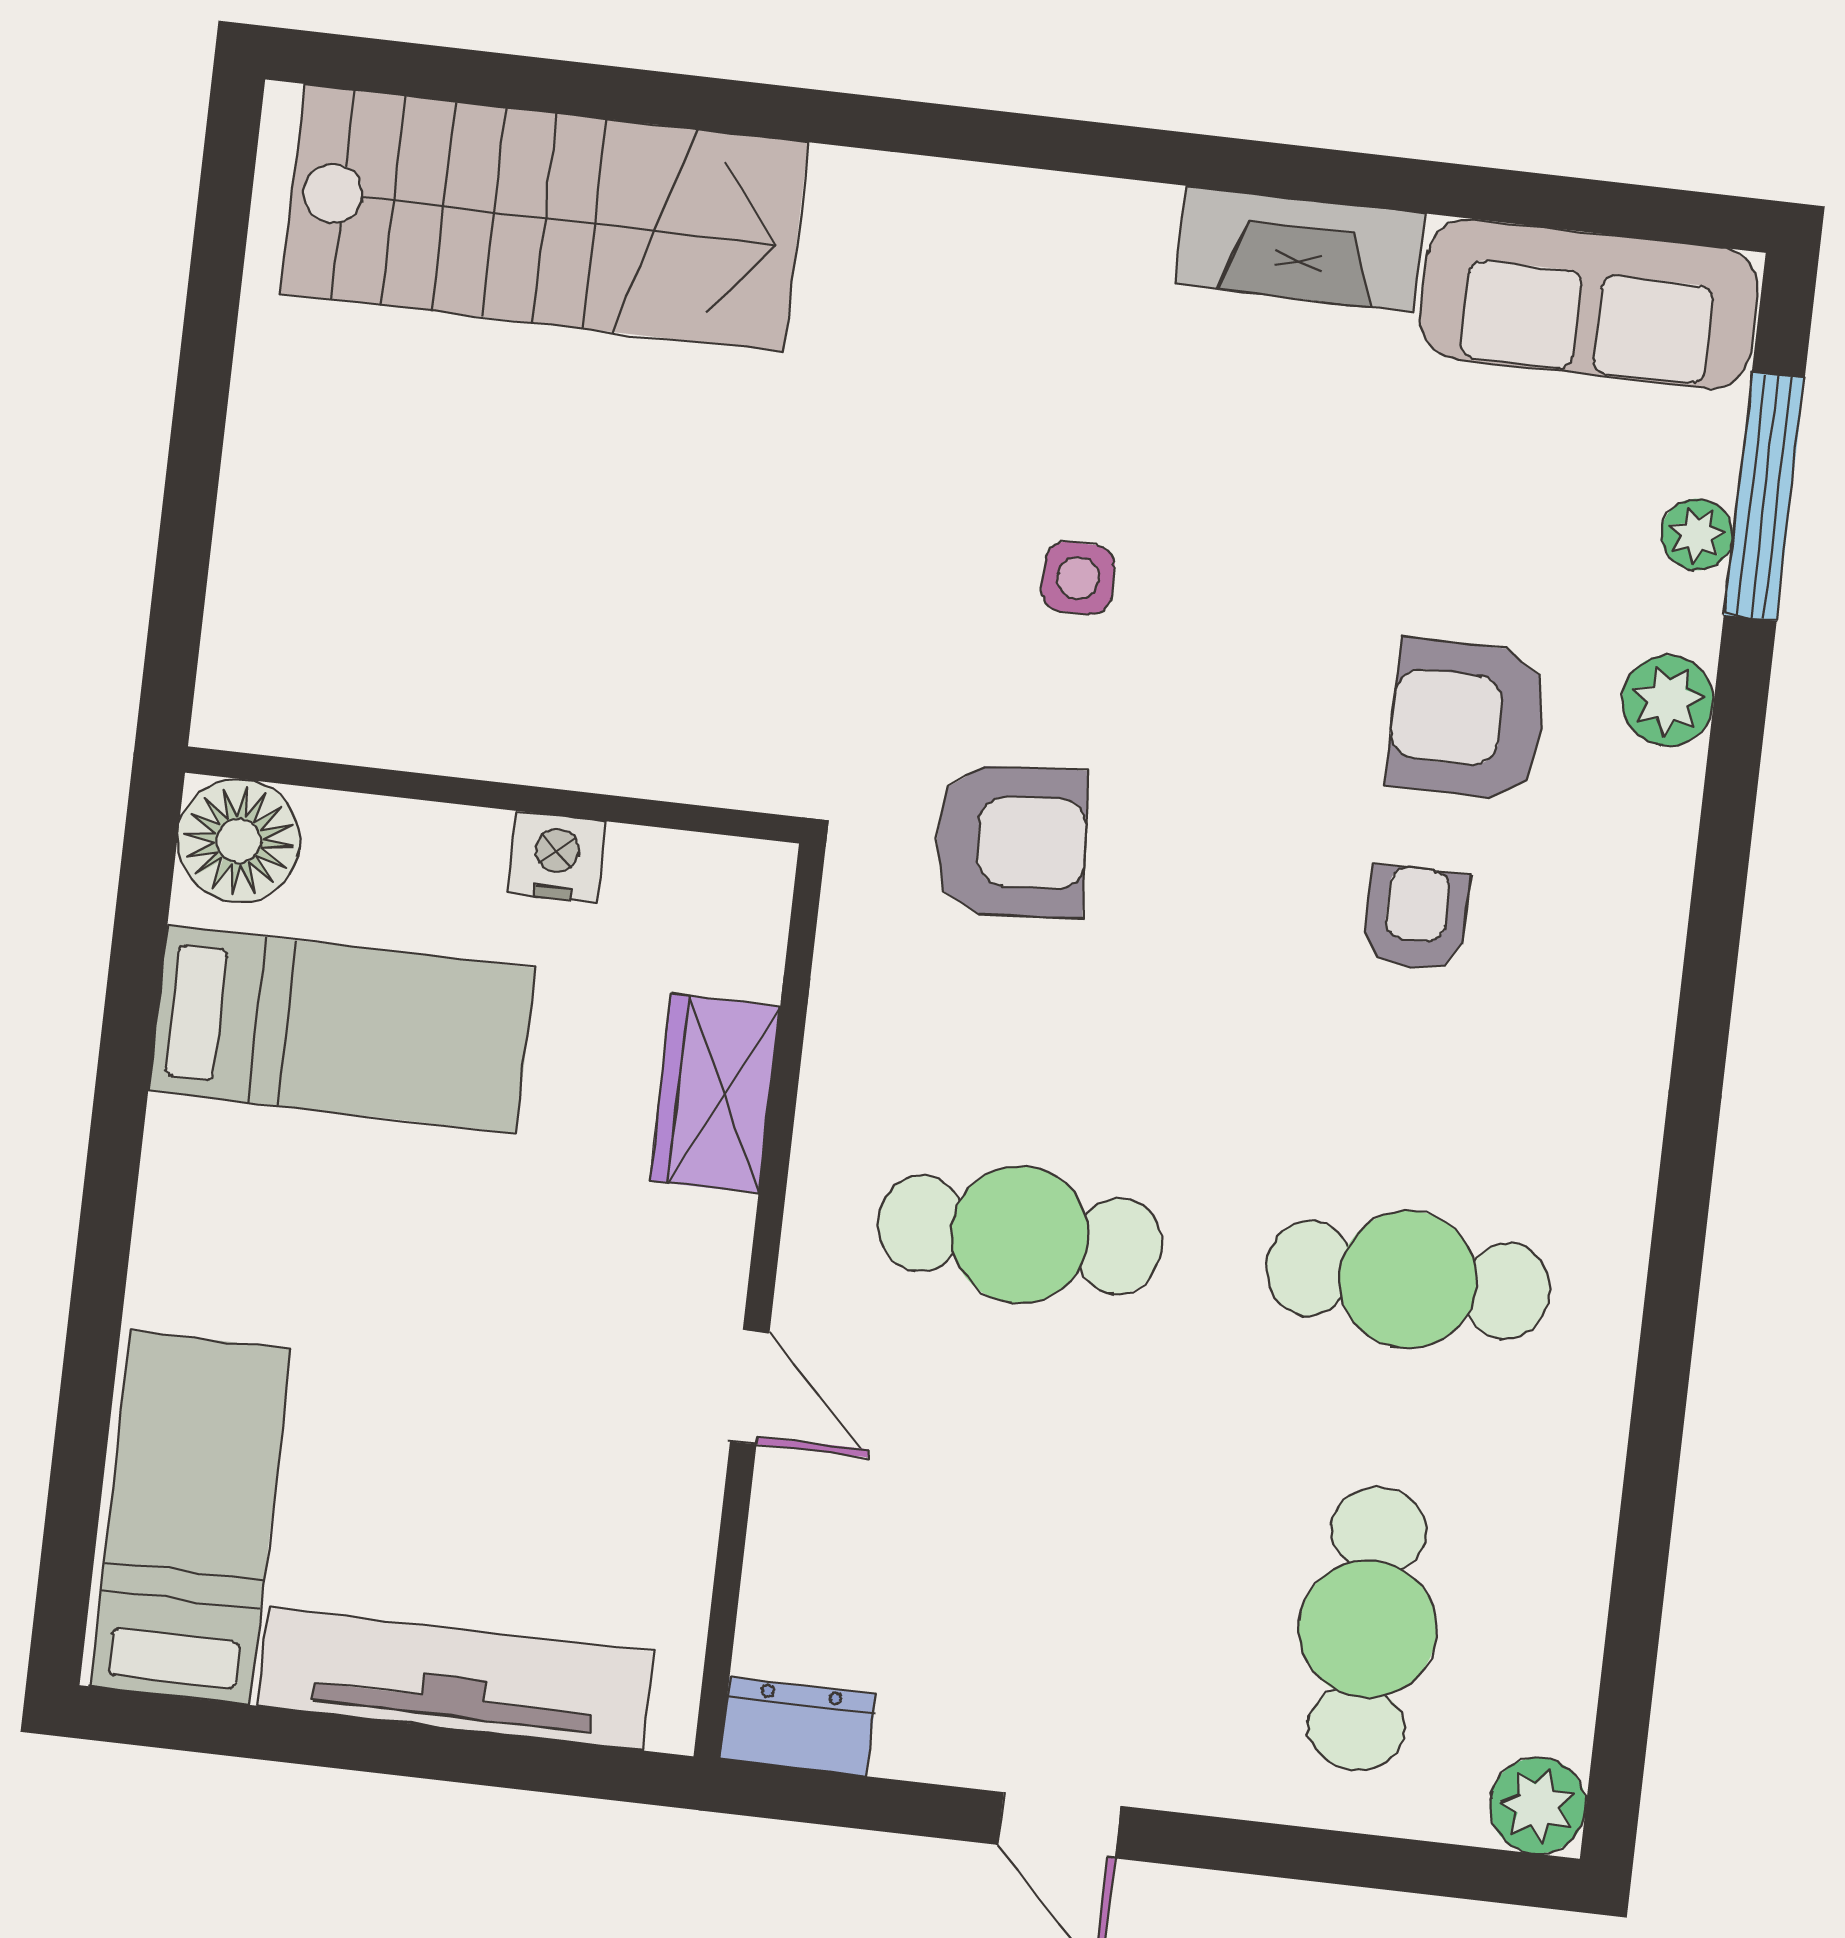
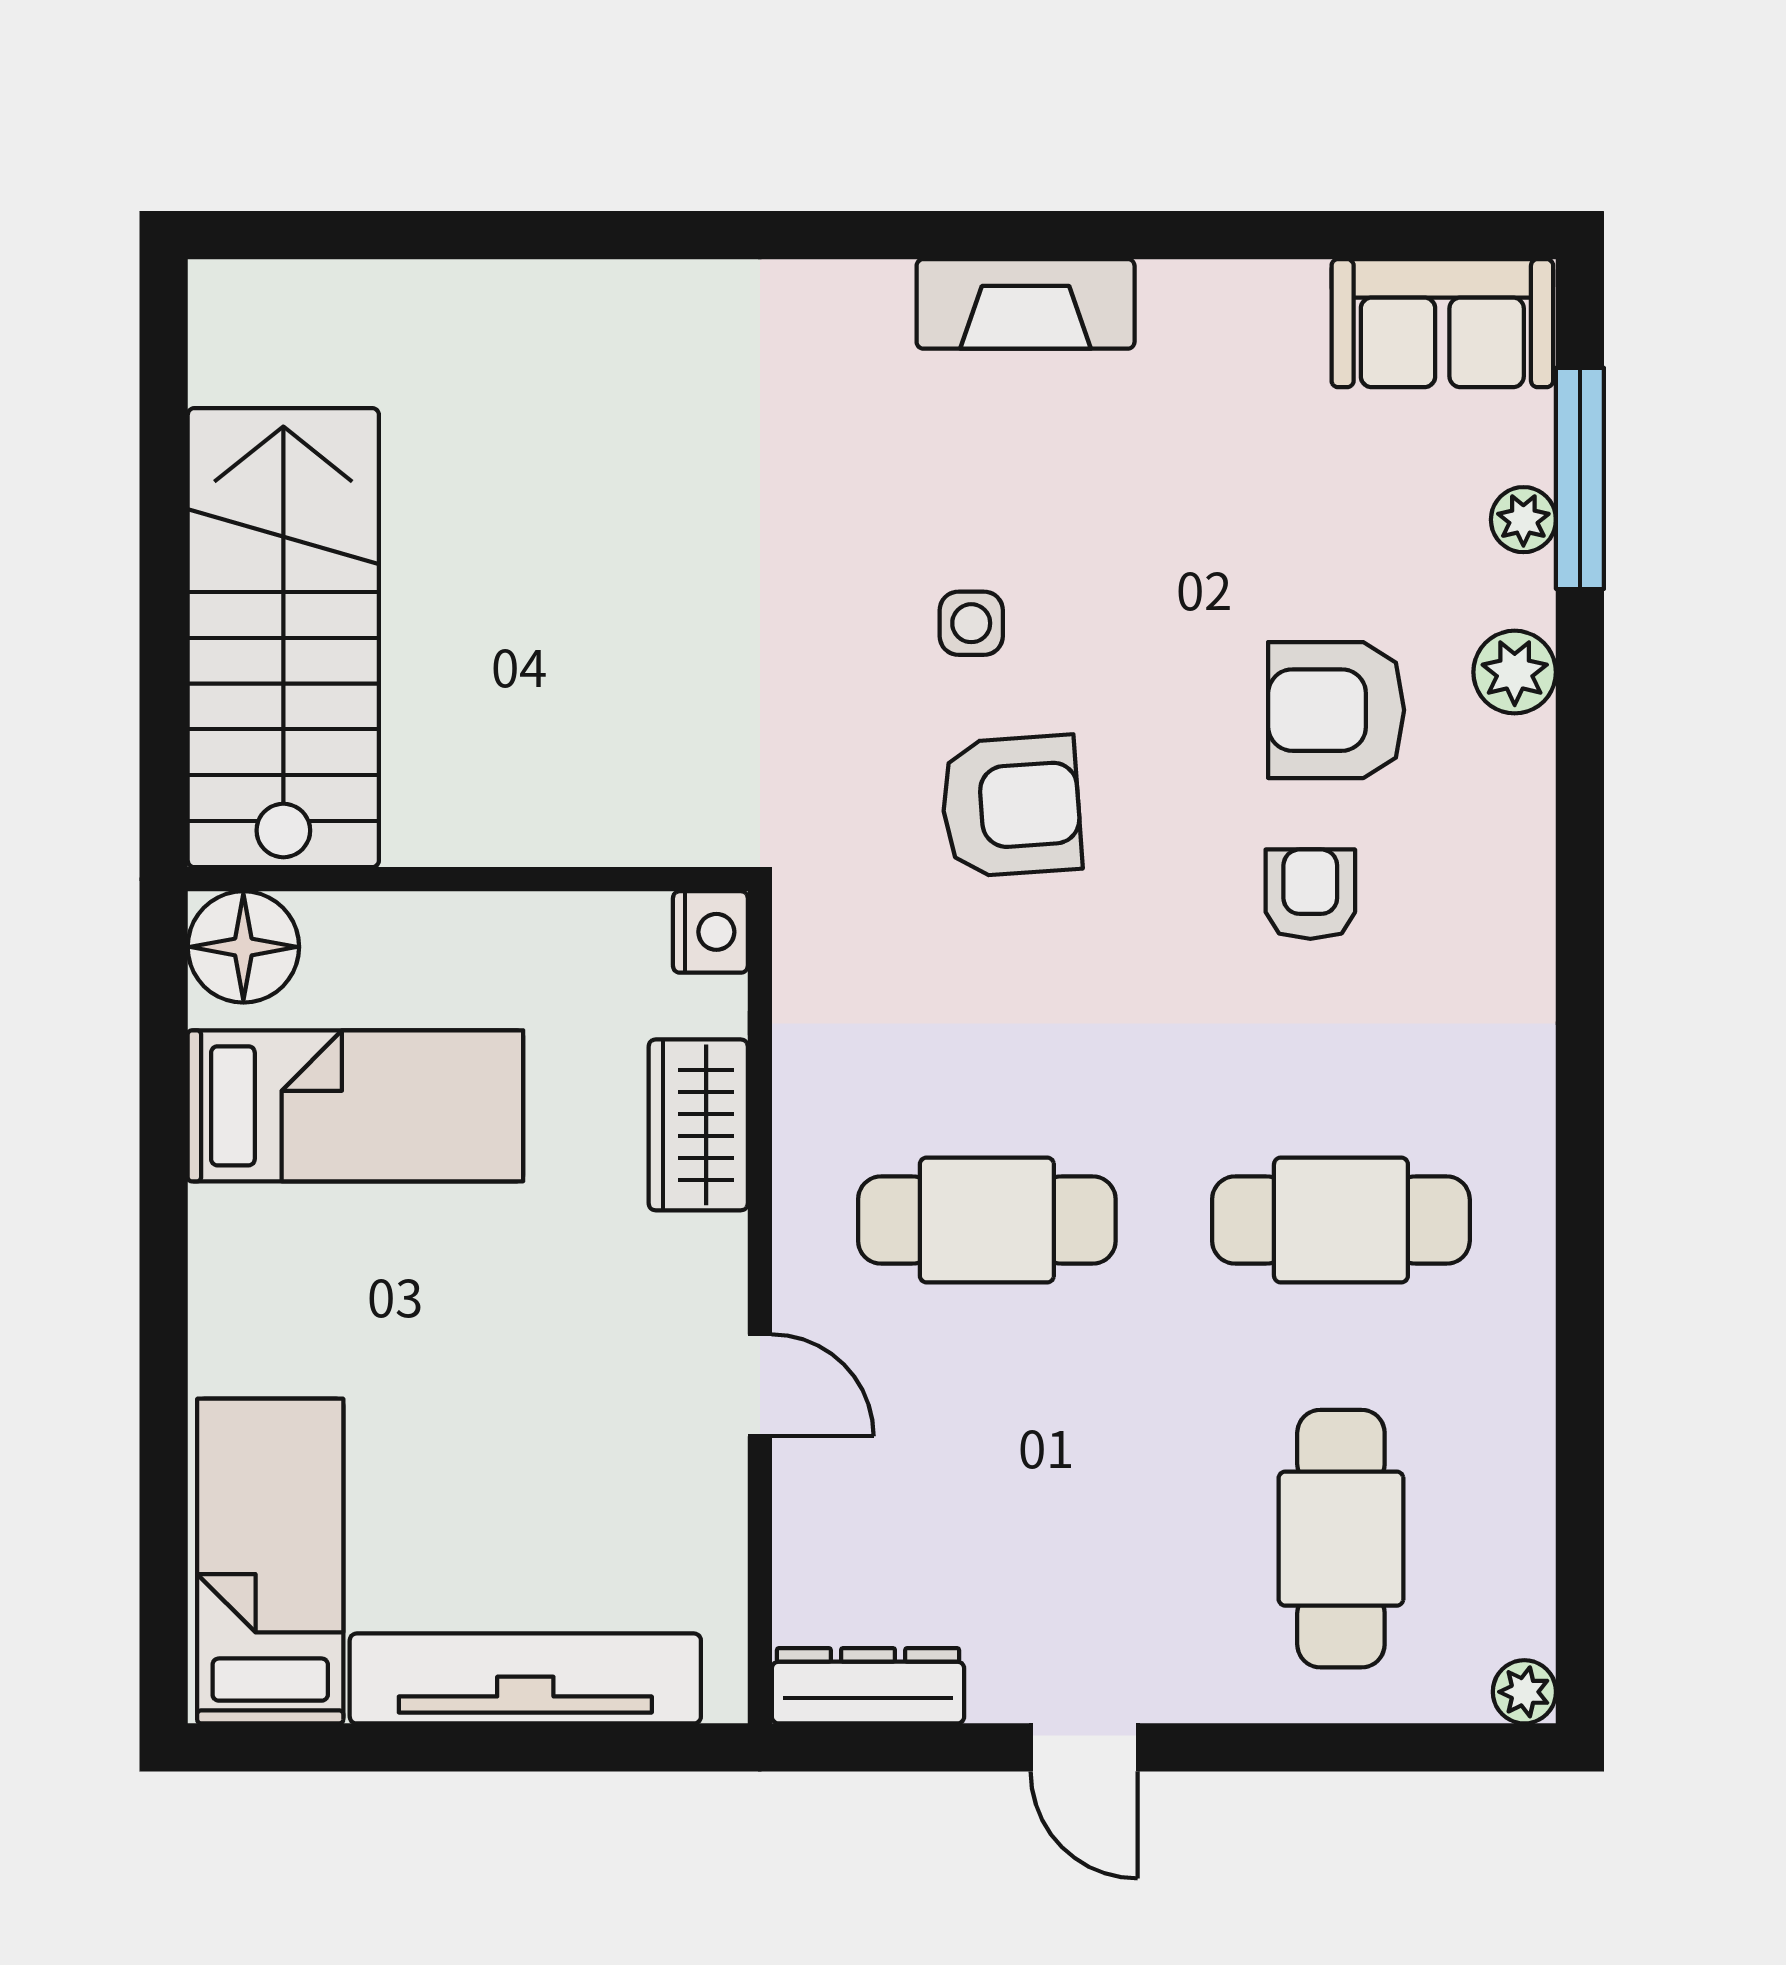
stairs: (544, 218) -> (283, 638), moved, turned -90
fireplace: (1300, 249) -> (1026, 304), moved
sofa: (1589, 304) -> (1442, 323), width x0.73
armchair: (1011, 842) -> (1011, 806), moved
nightstand: (556, 857) -> (710, 932), moved, turned 90
dresser: (798, 1727) -> (868, 1686), width x1.44
plant: (1538, 1806) -> (1524, 1692), width x0.73, depth x0.73

